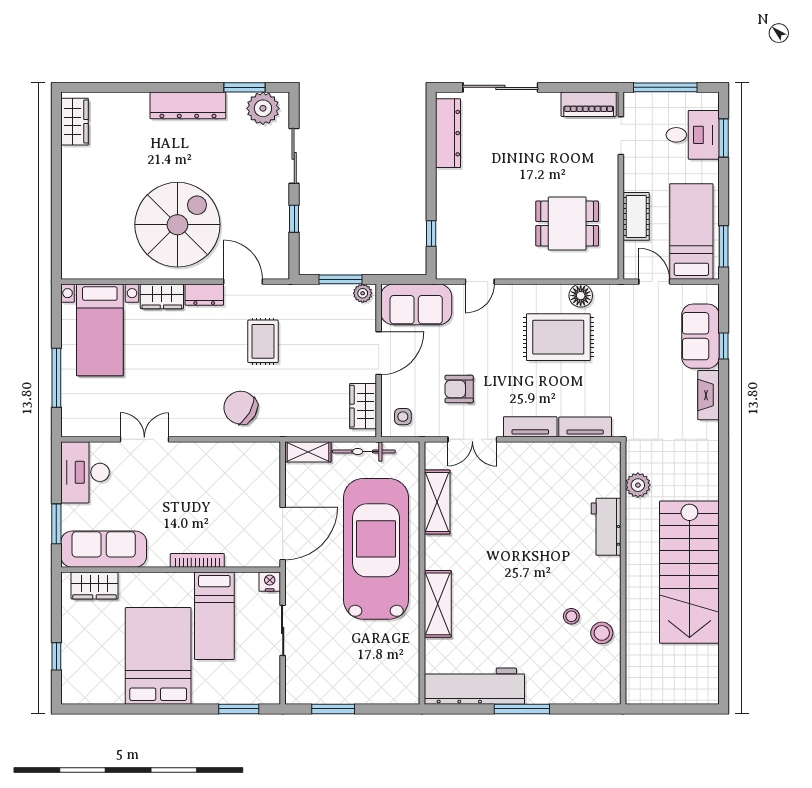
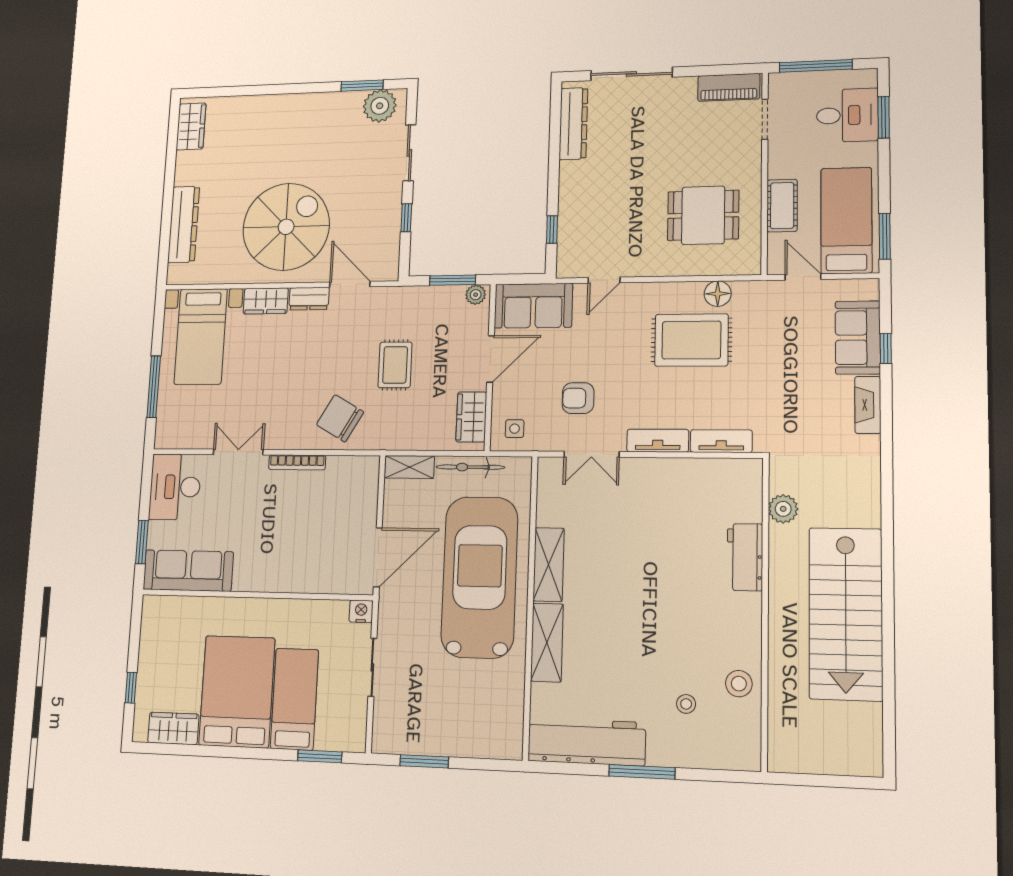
dresser: (188, 105) -> (184, 224), moved, turned -90
rug: (263, 341) -> (395, 365), moved
shelving: (437, 502) -> (549, 564), moved
bookcase: (197, 560) -> (297, 462), moved, turned 180
wardrobe: (95, 585) -> (173, 728), moved, turned 180
bed: (214, 616) -> (294, 699), moved, turned 180
stool: (571, 616) -> (686, 704), moved

